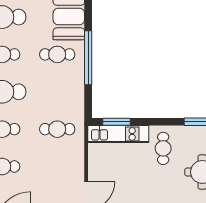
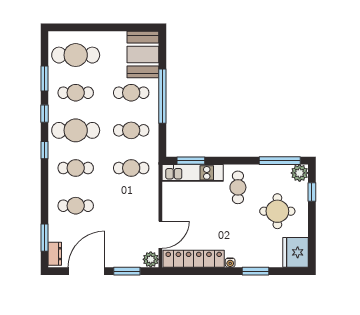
cafe table: (57, 92) -> (131, 130), added

